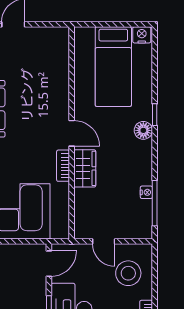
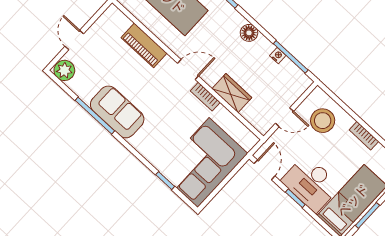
piano: (59, 82) -> (144, 45), added
floor lamp: (143, 130) -> (249, 33), moved
wardrobe: (85, 168) -> (232, 93), moved

